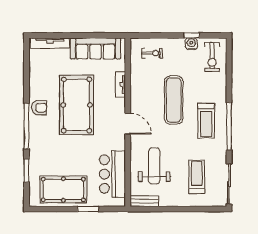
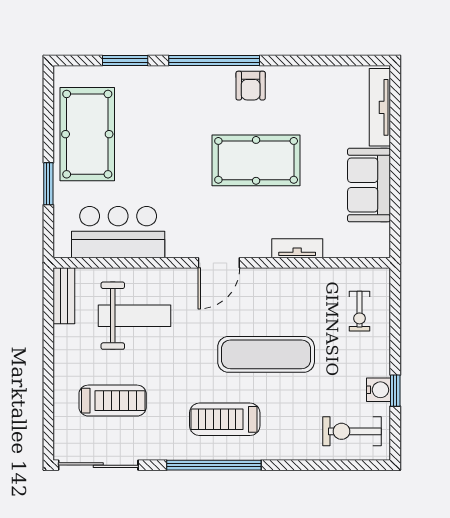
sofa: (95, 48) -> (369, 185), width x0.73
pool table: (76, 105) -> (256, 160), width x0.73, depth x0.76

